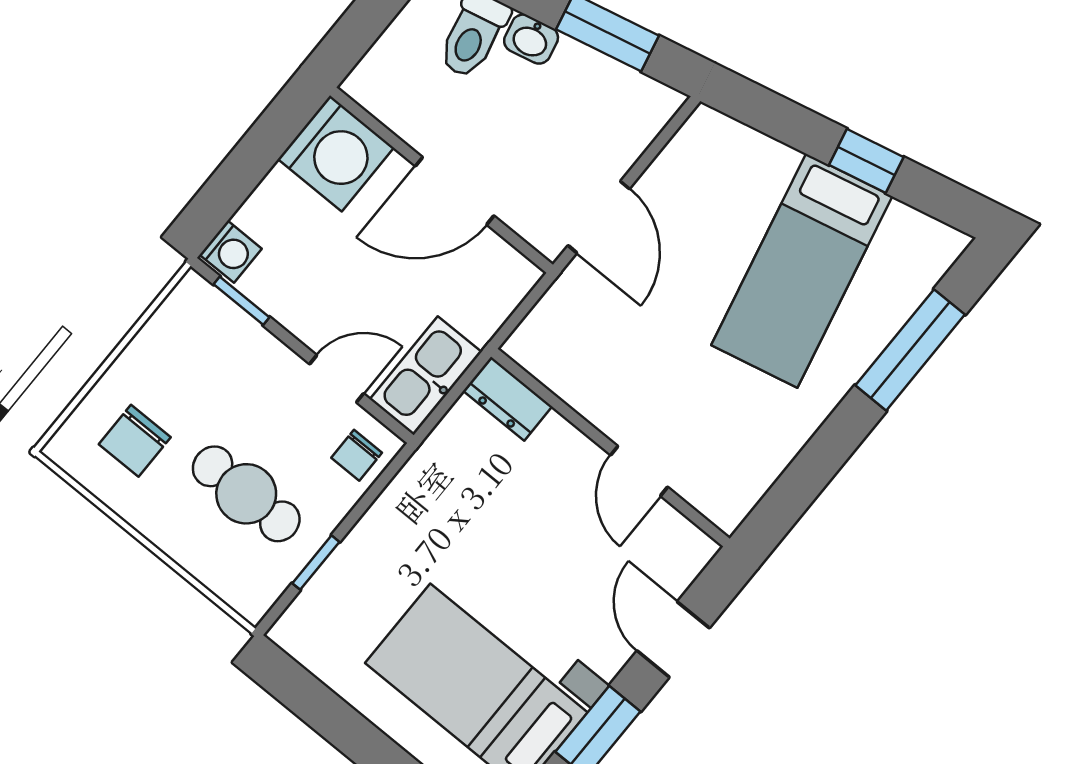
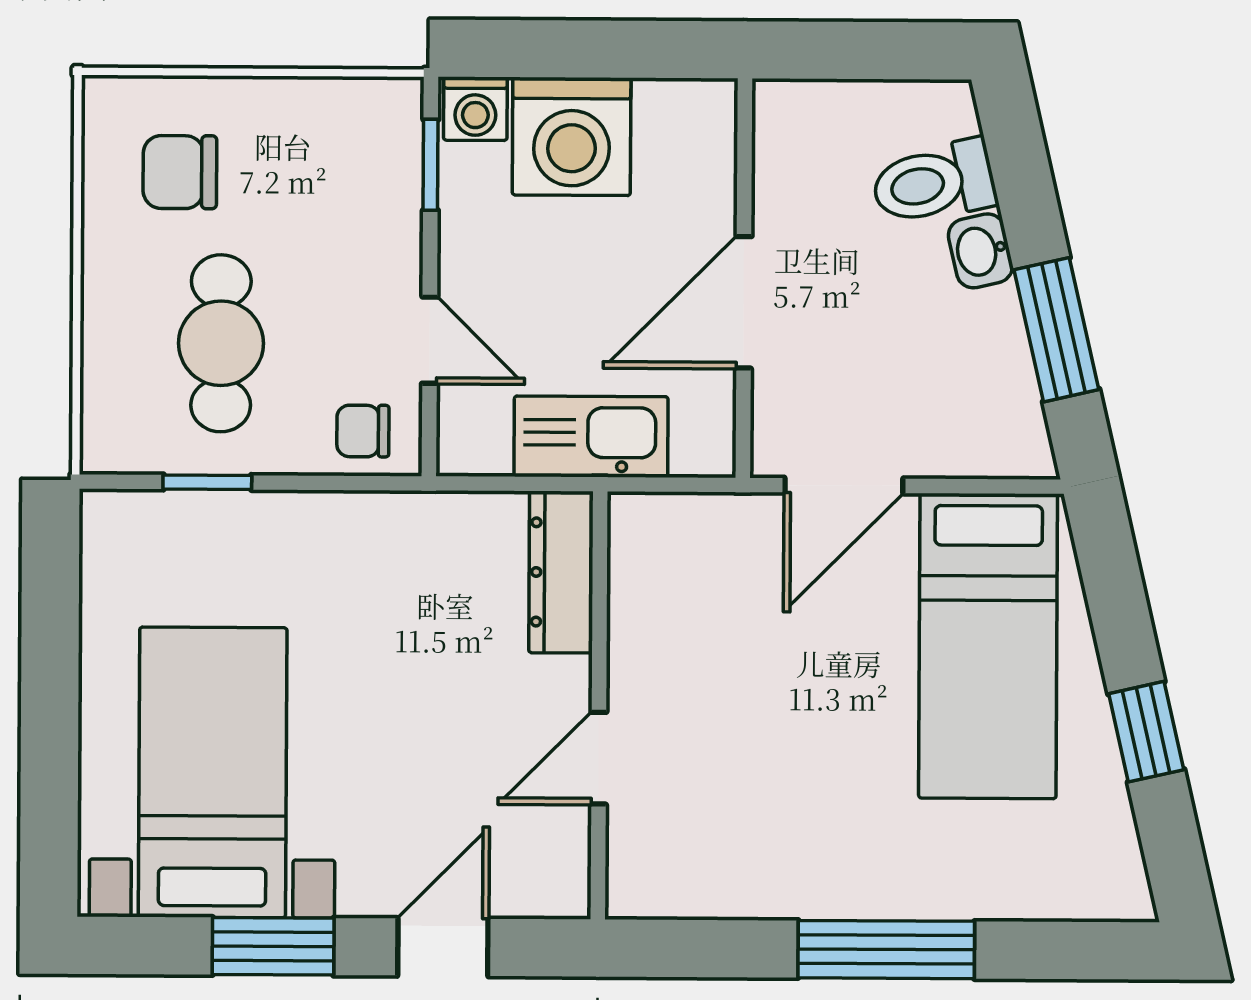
washing machine: (336, 153) -> (572, 136), moved
door: (455, 191) -> (744, 302), hinge flipped
bed: (802, 271) -> (988, 646), moved, turned -77
window: (910, 350) -> (886, 950), moved
kitchen sink: (426, 376) -> (591, 437), moved
dresser: (508, 399) -> (561, 572), width x1.44

